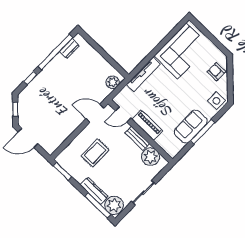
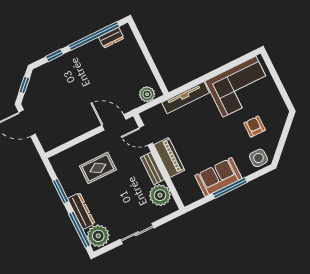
armchair: (216, 72) -> (254, 127), moved
window: (63, 171) -> (61, 191), moved

